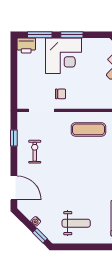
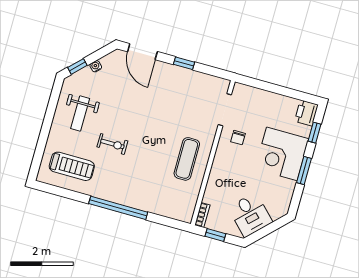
window: (40, 35) -> (315, 133), width x0.67
window: (14, 138) -> (184, 63), moved
exercise bike: (35, 152) -> (112, 144), moved
door: (14, 188) -> (142, 52), hinge flipped

